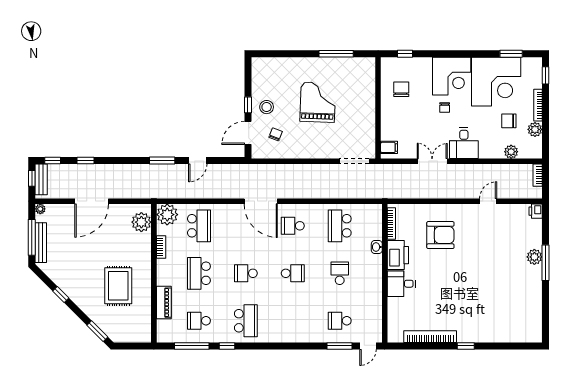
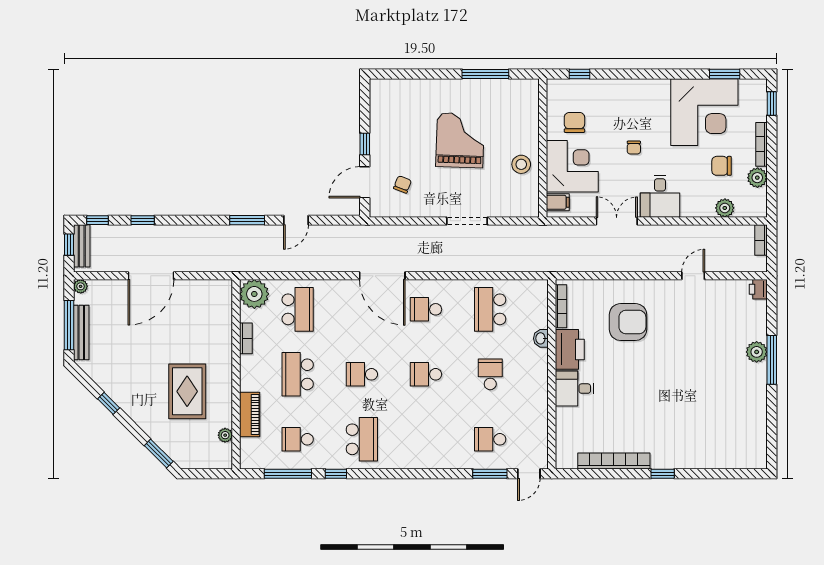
corner desk: (452, 76) -> (572, 166), moved, turned -90
stool: (267, 107) -> (521, 164), moved
doorway: (354, 161) -> (467, 221), moved
plant: (141, 222) -> (225, 435), moved, width x0.53, depth x0.53
school desk: (293, 273) -> (426, 374), turned 180

